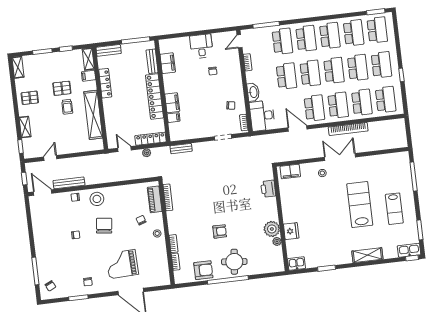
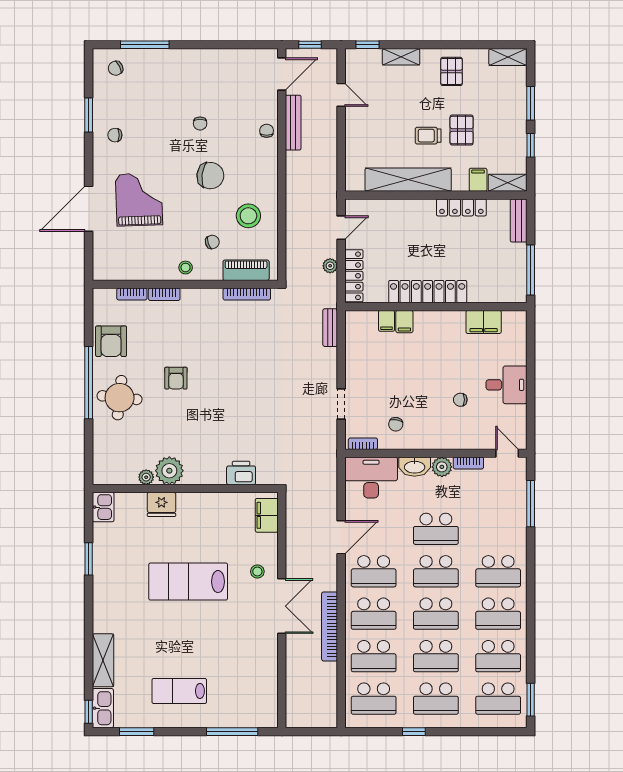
school desk: (282, 41) -> (498, 529), removed
bench: (152, 61) -> (490, 295), removed
plant: (251, 77) -> (442, 467), added
filing cabinet: (172, 103) -> (404, 322), width x0.50
stool: (97, 199) -> (248, 216), moved
lab bench: (360, 205) -> (188, 582), moved, turned 180
shelving: (367, 255) -> (103, 660), moved

